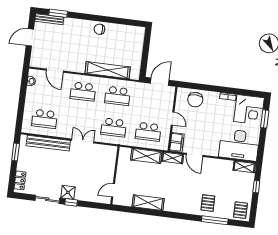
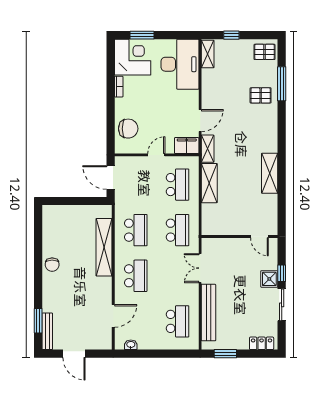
wall: (115, 175) -> (240, 237), moved
door: (113, 190) -> (259, 237), moved

